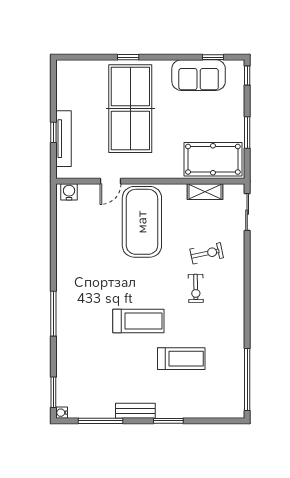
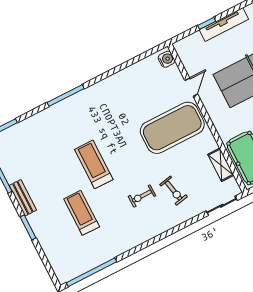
tv unit: (64, 139) -> (224, 24), moved
door: (111, 181) -> (191, 87), swing flipped
treadmill: (138, 321) -> (94, 164), turned 180
treadmill: (181, 359) -> (82, 213), turned 180

